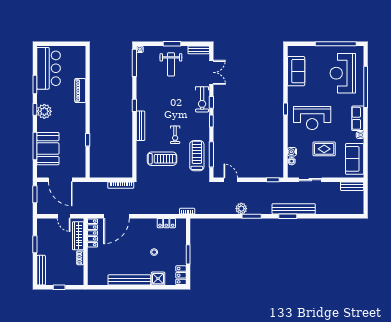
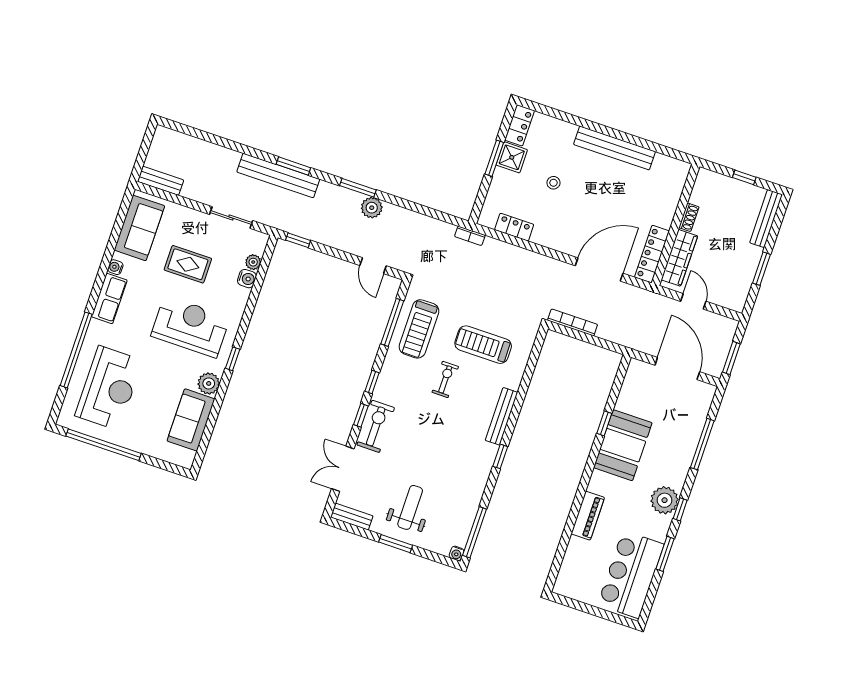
plant: (293, 92) -> (209, 383), added
booth: (48, 149) -> (623, 445), moved
shower: (158, 279) -> (512, 157), moved

